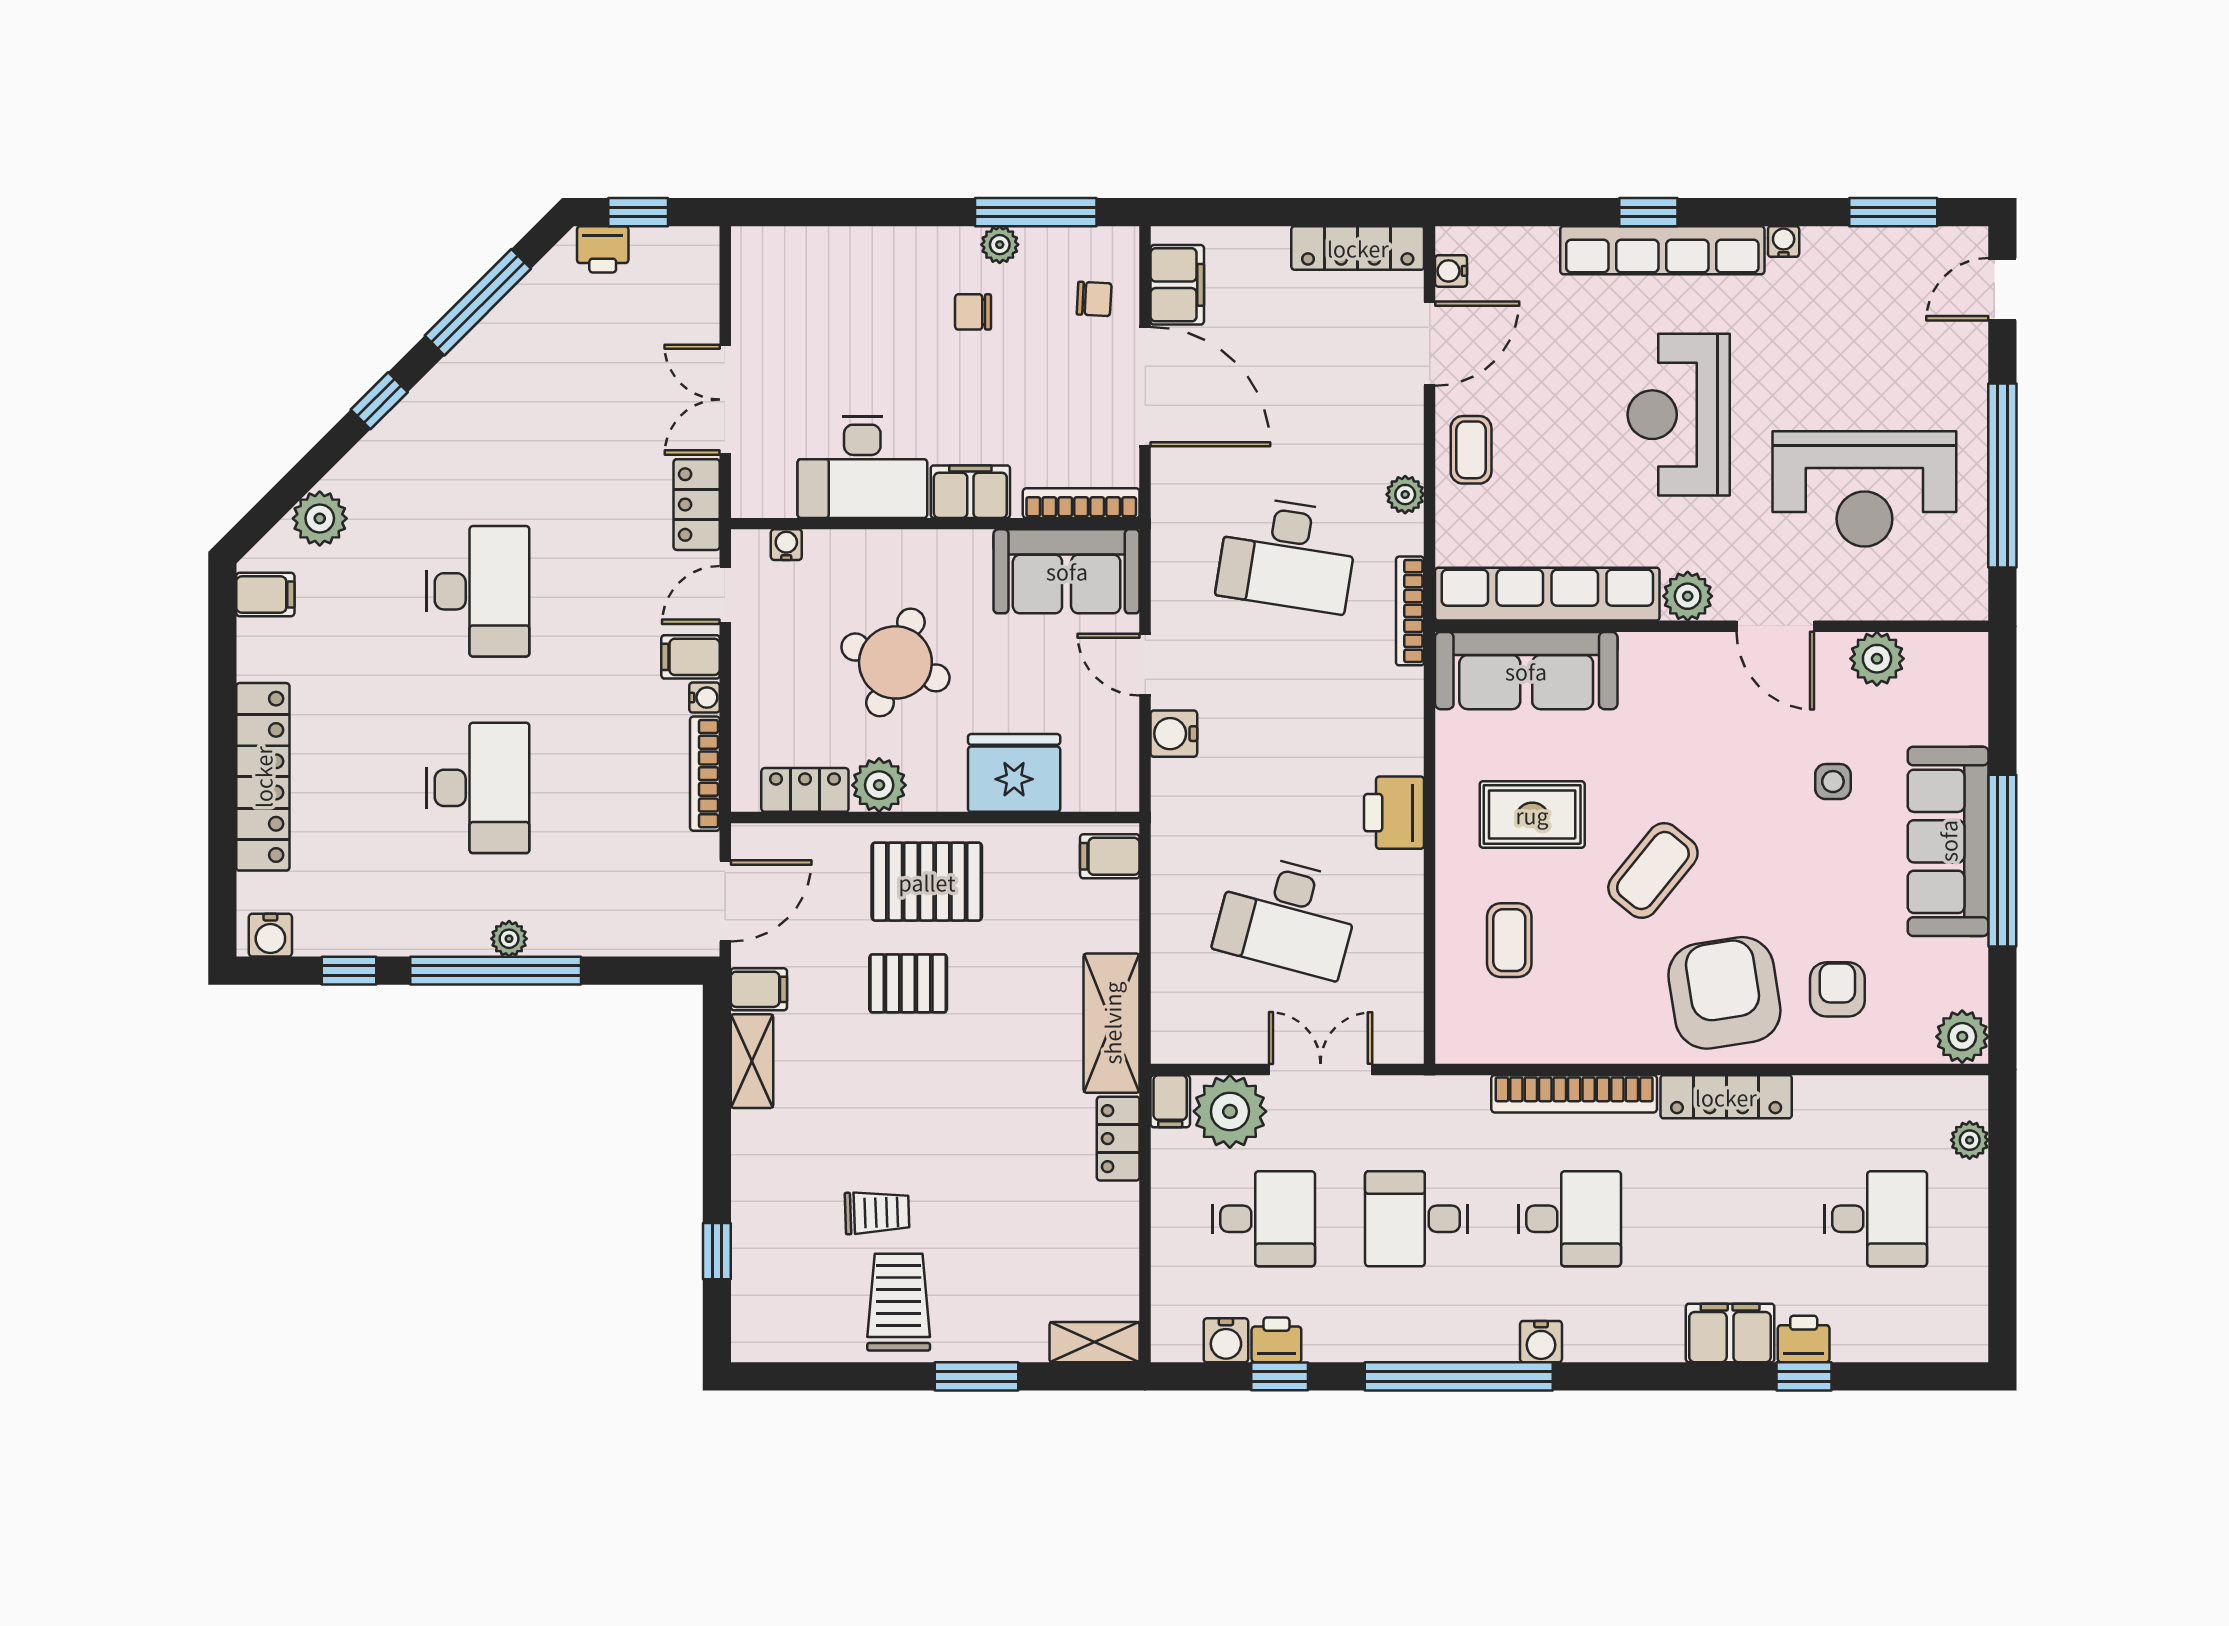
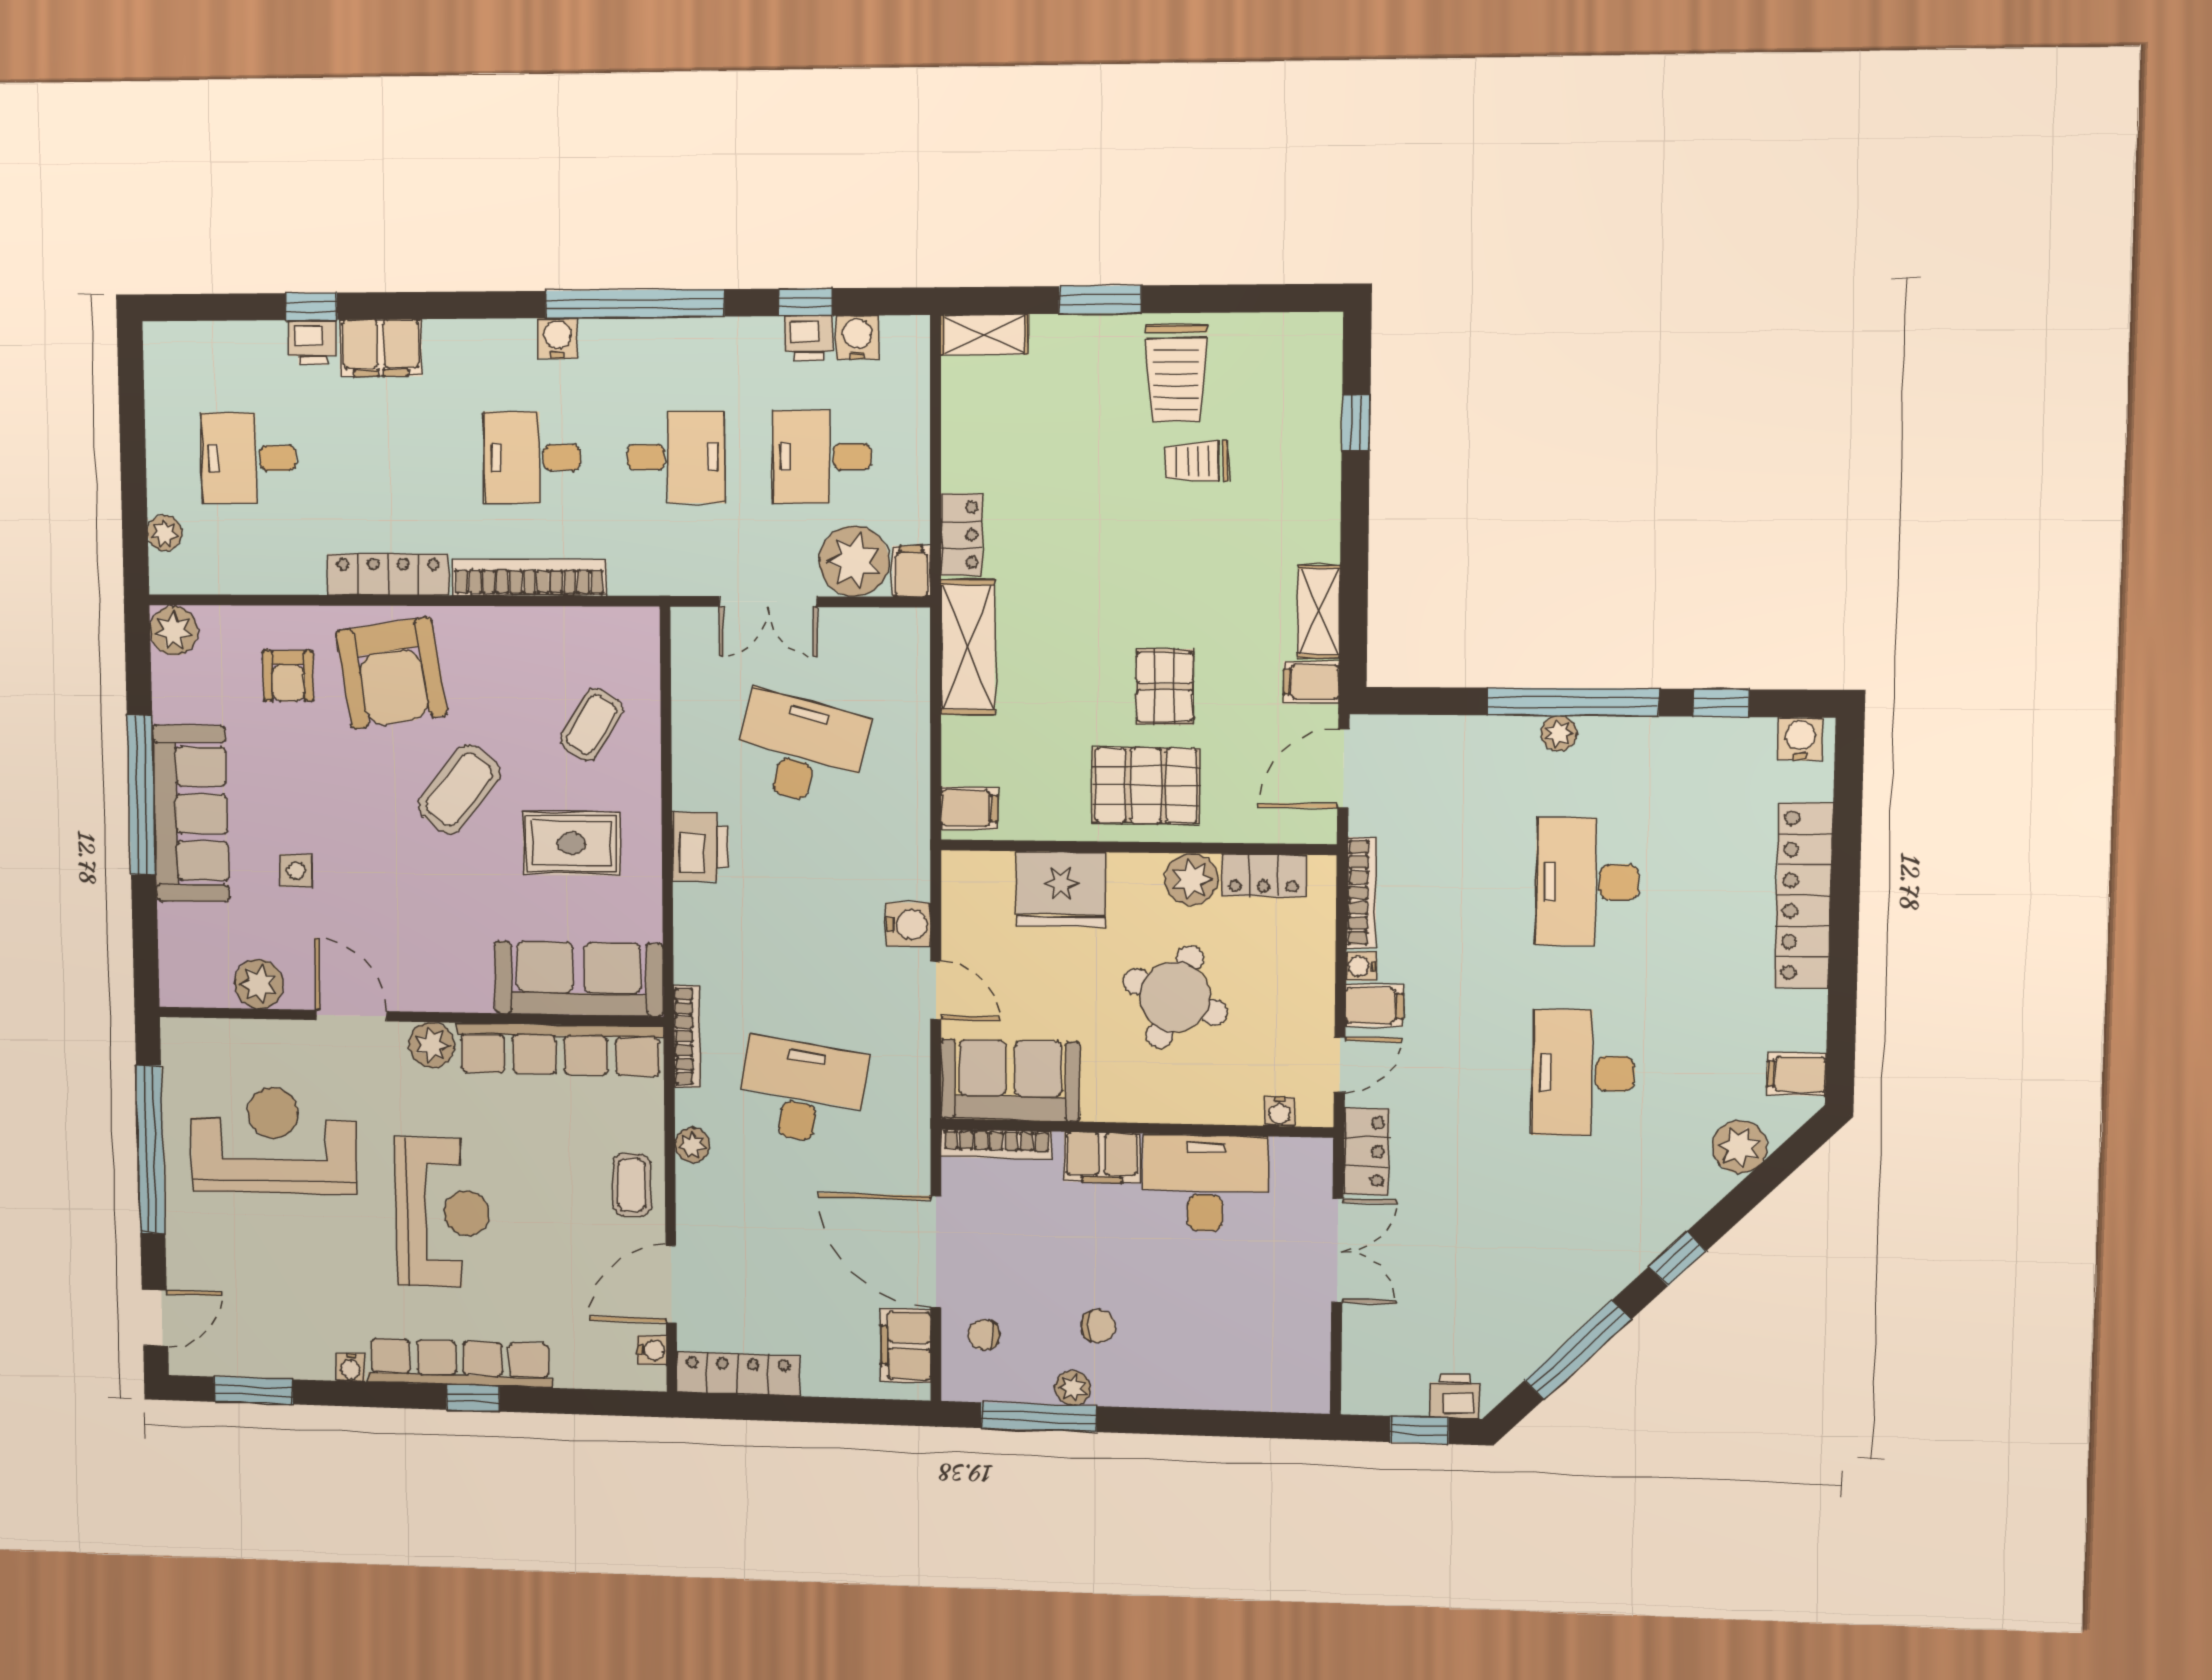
coffee table: (1509, 940) -> (591, 725), turned 32
pallet: (908, 983) -> (1165, 687), turned 90

